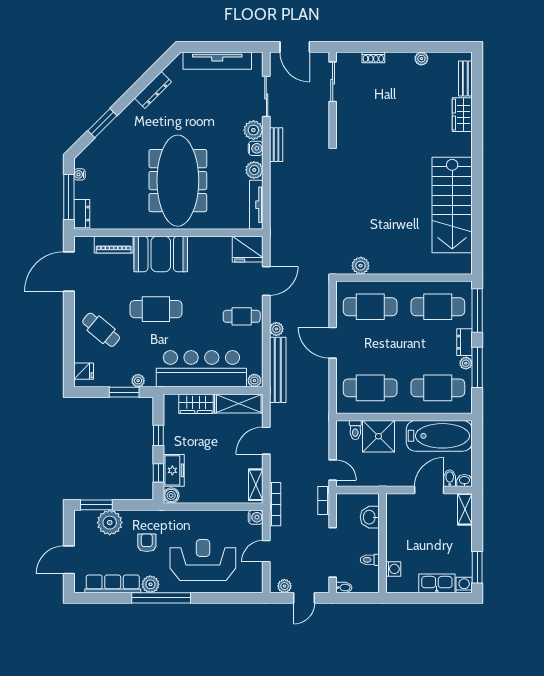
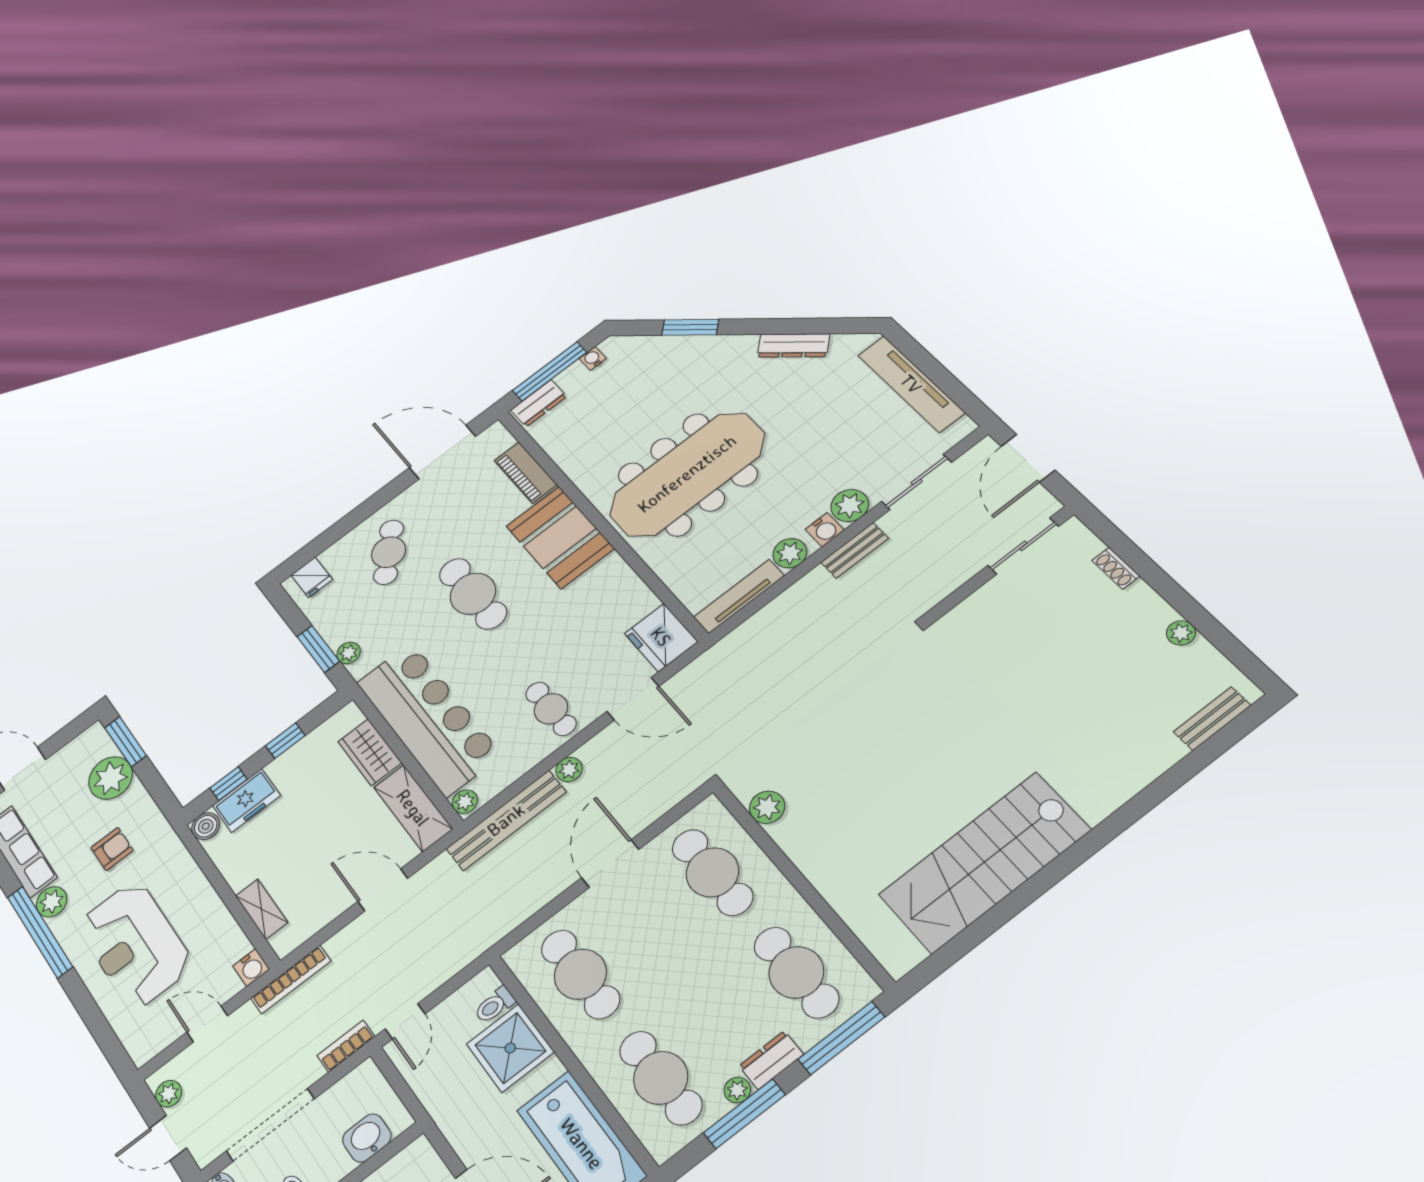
wardrobe: (462, 115) -> (1148, 760), removed
shelving: (256, 485) -> (262, 909), moved, turned 90
reception desk: (203, 560) -> (135, 945), turned 180

